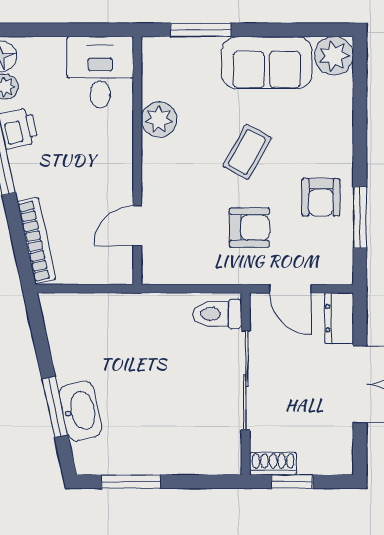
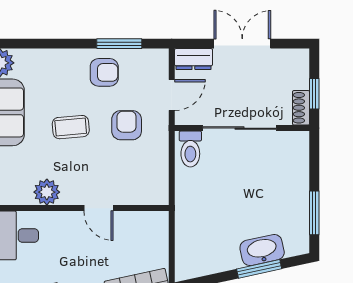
coffee table: (247, 152) -> (71, 127), turned -34
door: (137, 226) -> (98, 208), moved

